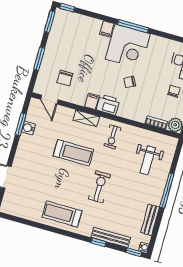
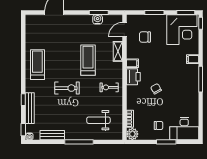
corner desk: (128, 46) -> (182, 30), moved, turned -90
shelving: (86, 118) -> (118, 51), moved
treadmill: (73, 153) -> (88, 60), turned 180

